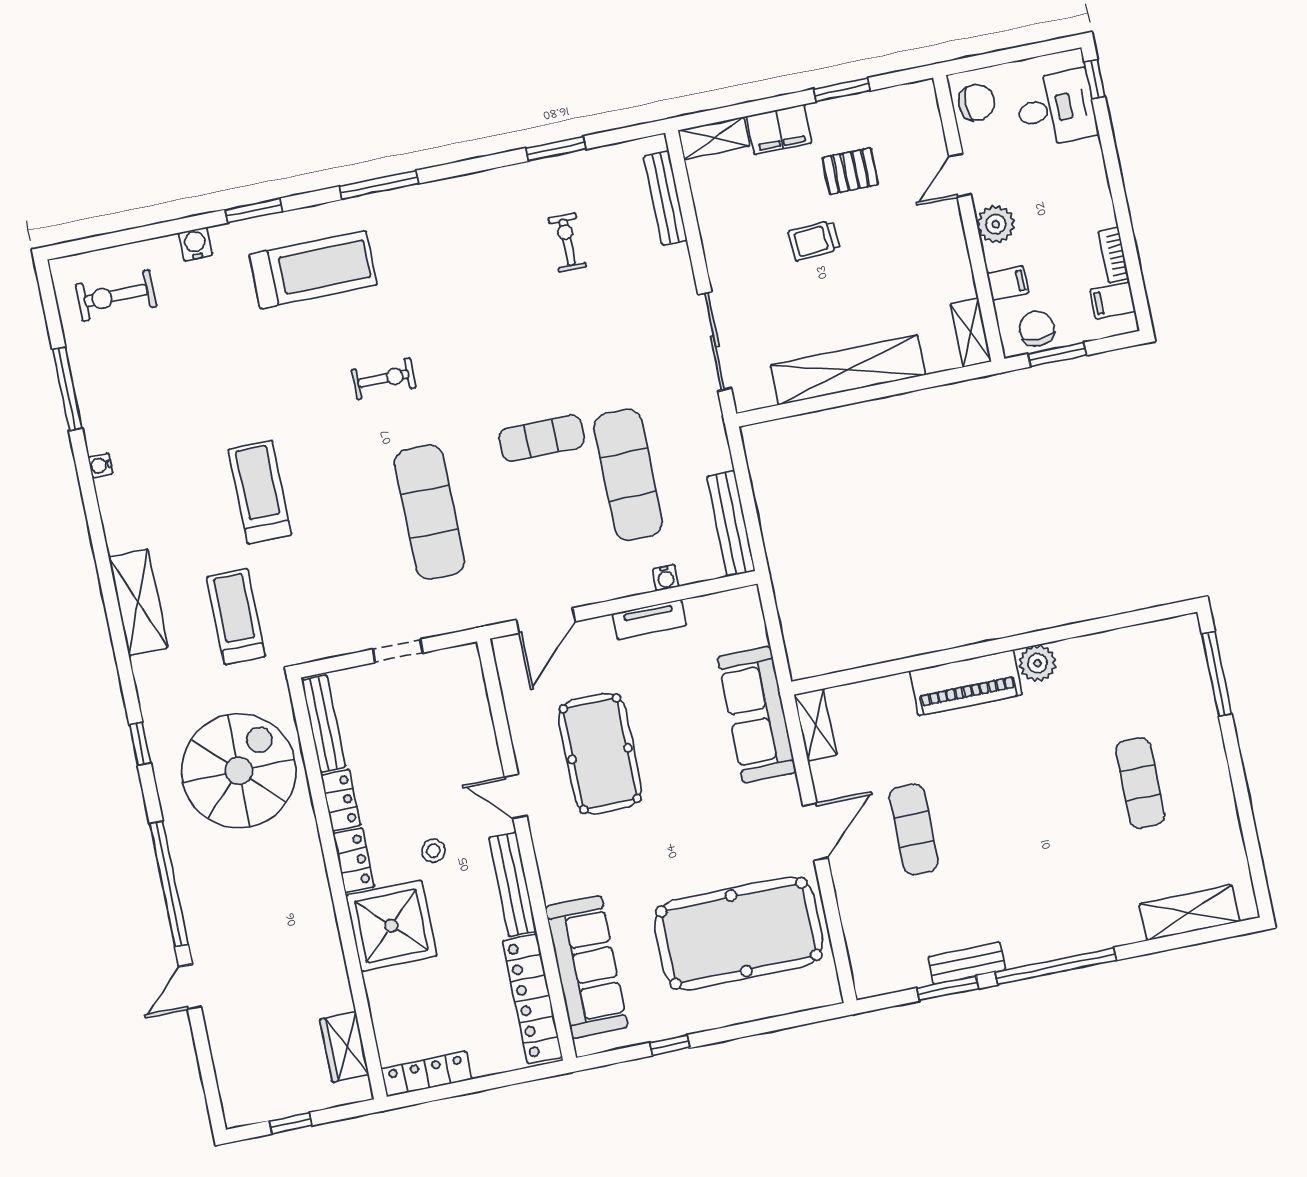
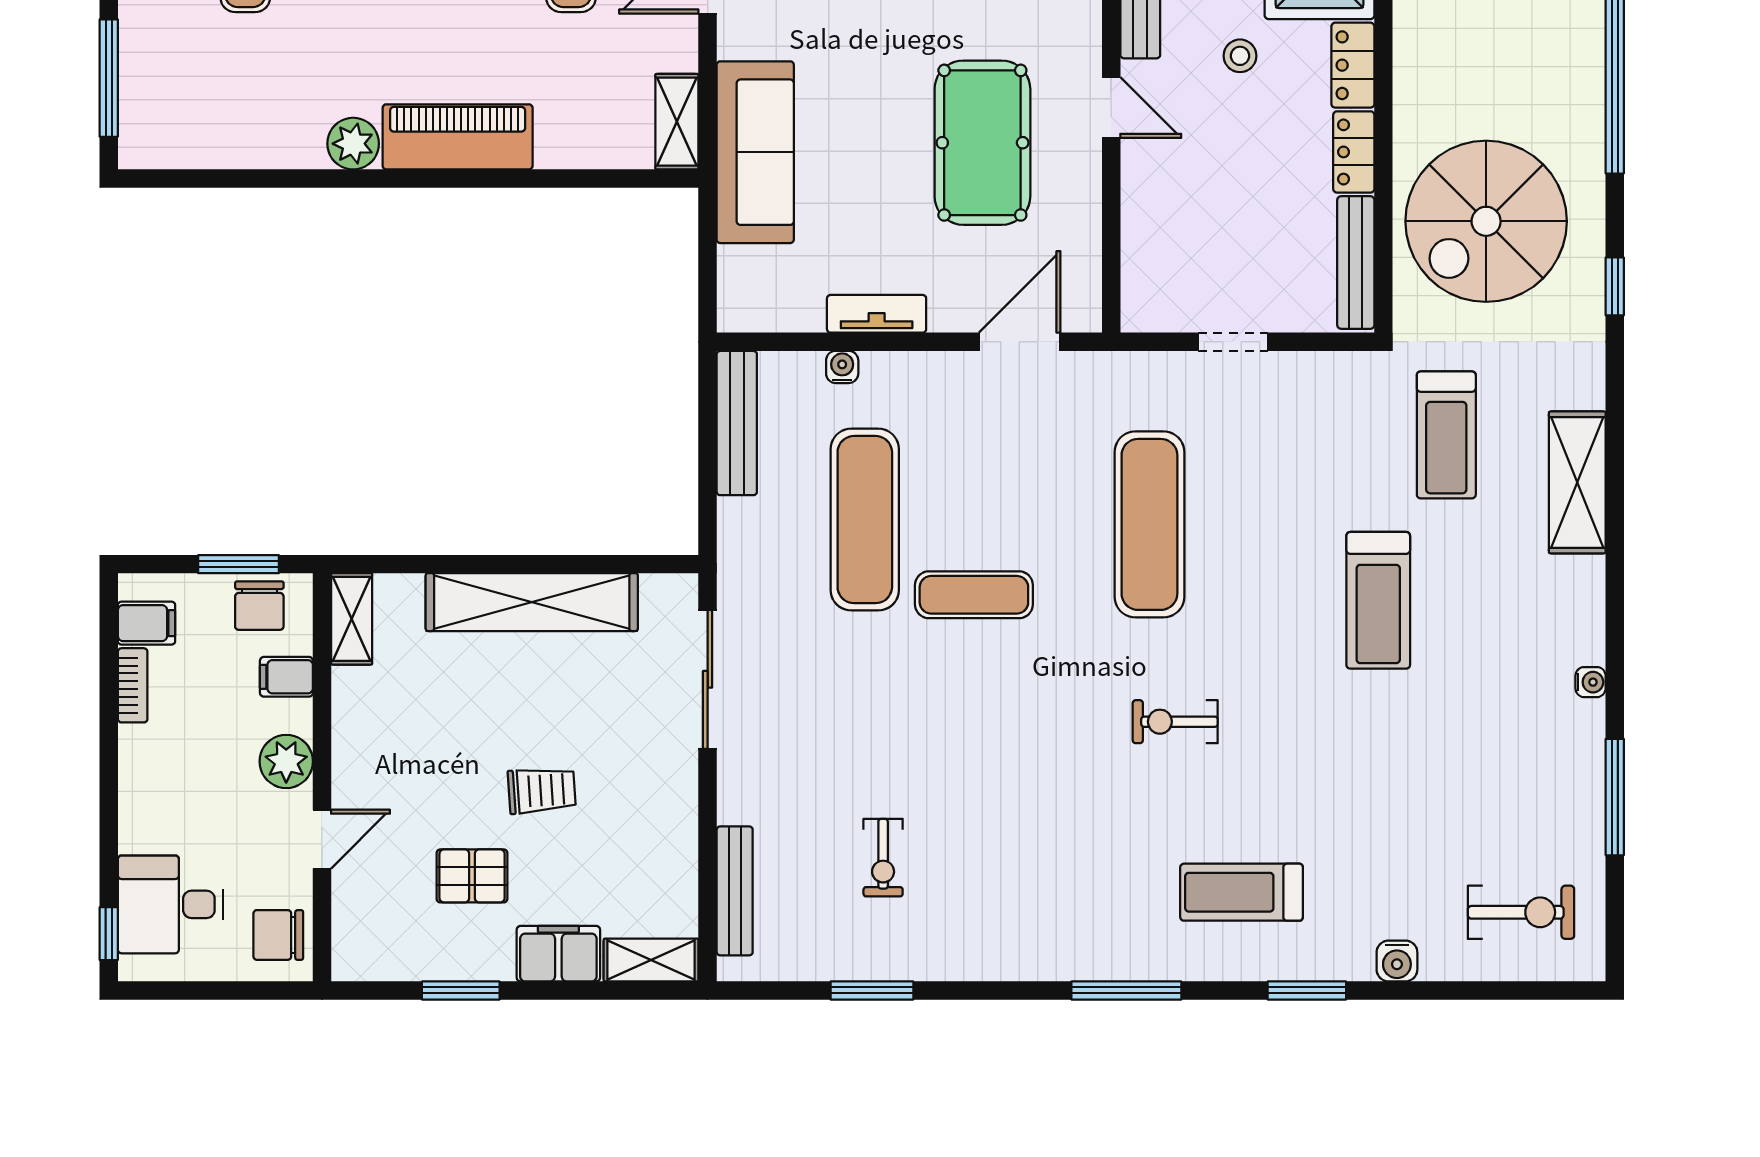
treadmill: (313, 270) -> (1242, 892), width x0.73, depth x0.73

